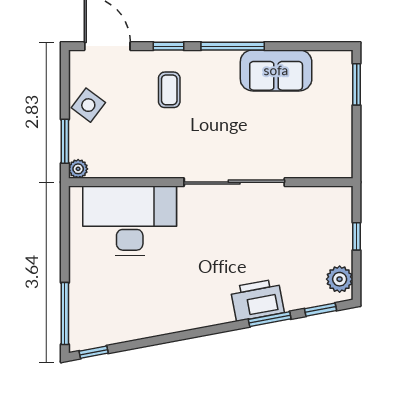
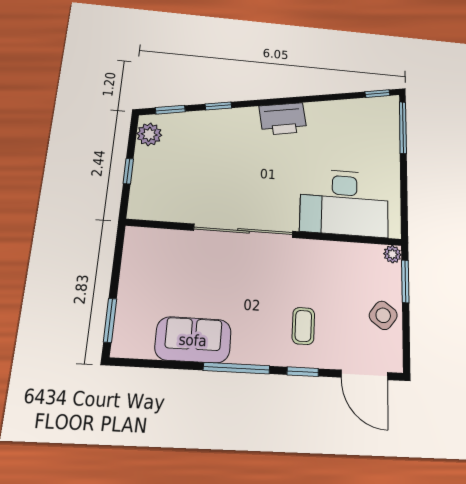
printer: (257, 300) -> (283, 119), moved
window: (270, 319) -> (218, 106), width x0.67

